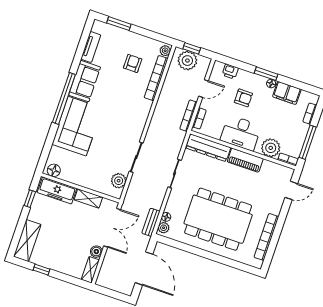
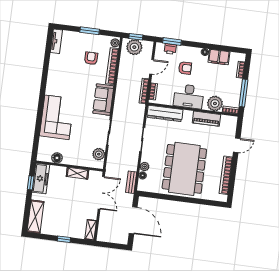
window: (119, 24) -> (90, 31), moved
tv unit: (91, 47) -> (56, 41), moved
window: (266, 74) -> (172, 41), moved
sofa: (85, 81) -> (103, 100), moved, turned 180
window: (64, 98) -> (42, 97), removed
piano: (245, 160) -> (206, 119), moved
floor lamp: (54, 170) -> (57, 158), moved
freezer: (57, 190) -> (41, 179), moved, turned -90
door: (291, 190) -> (237, 145), moved
dining table: (218, 219) -> (184, 169), turned 90
plant: (164, 228) -> (145, 167), moved
boiler: (96, 252) -> (92, 214), removed
window: (42, 270) -> (64, 239), moved

